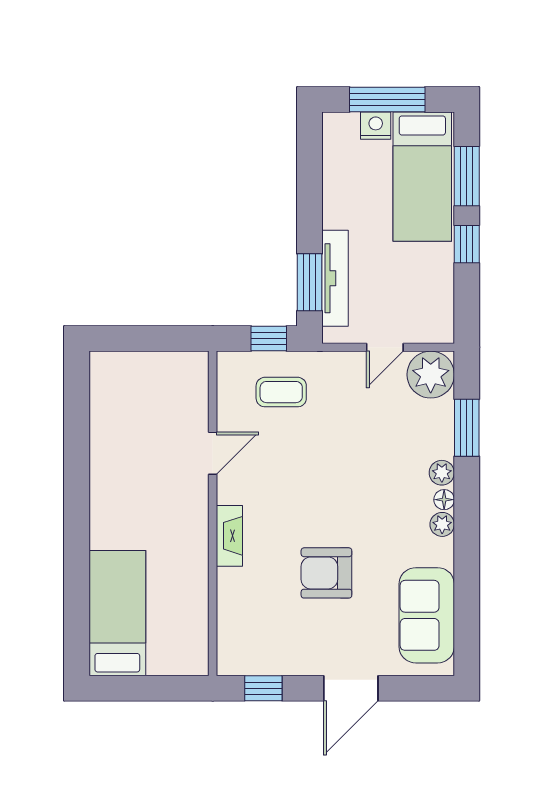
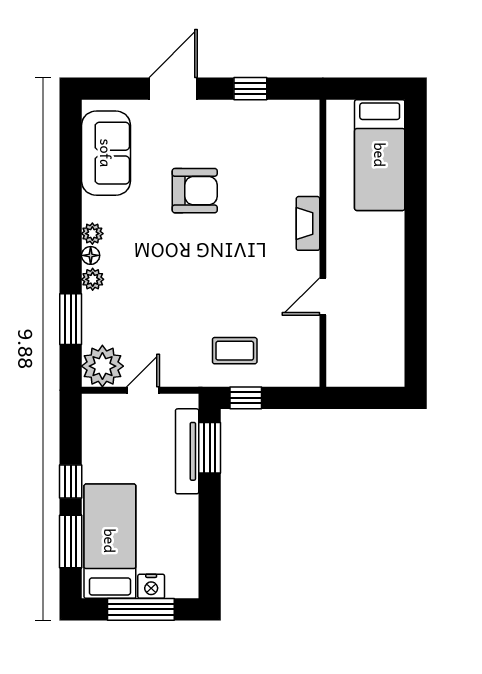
door: (213, 453) -> (323, 297), moved
wall: (213, 513) -> (323, 243), moved
fireplace: (229, 536) -> (308, 223), moved

